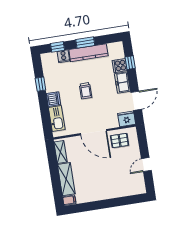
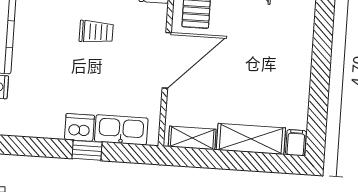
window: (40, 84) -> (87, 150), moved
trolley: (86, 91) -> (96, 32), moved

